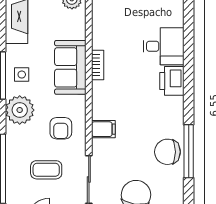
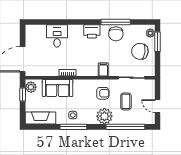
sofa: (70, 67) -> (58, 88), moved
printer: (172, 81) -> (92, 31), moved
plant: (20, 110) -> (104, 116), moved

